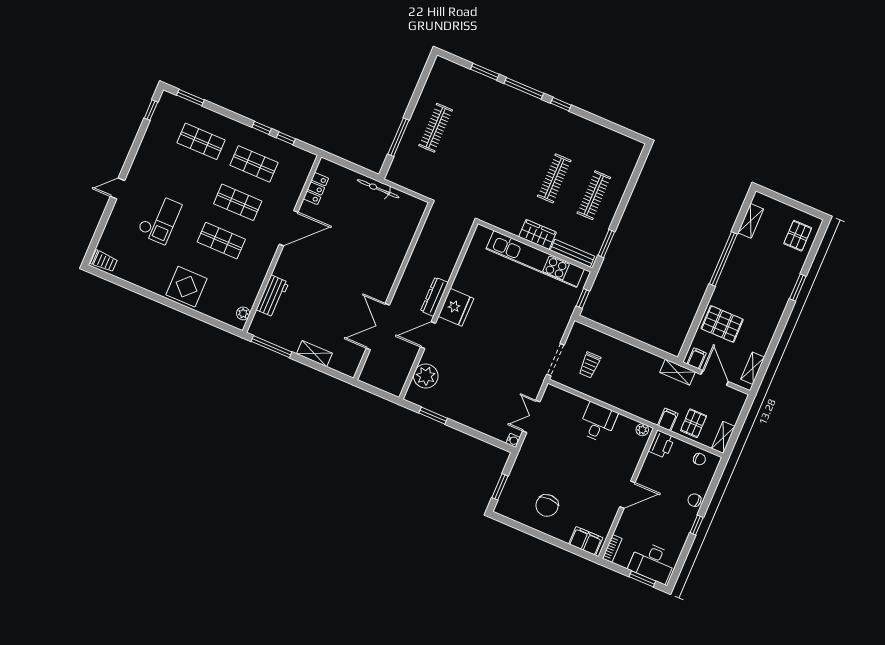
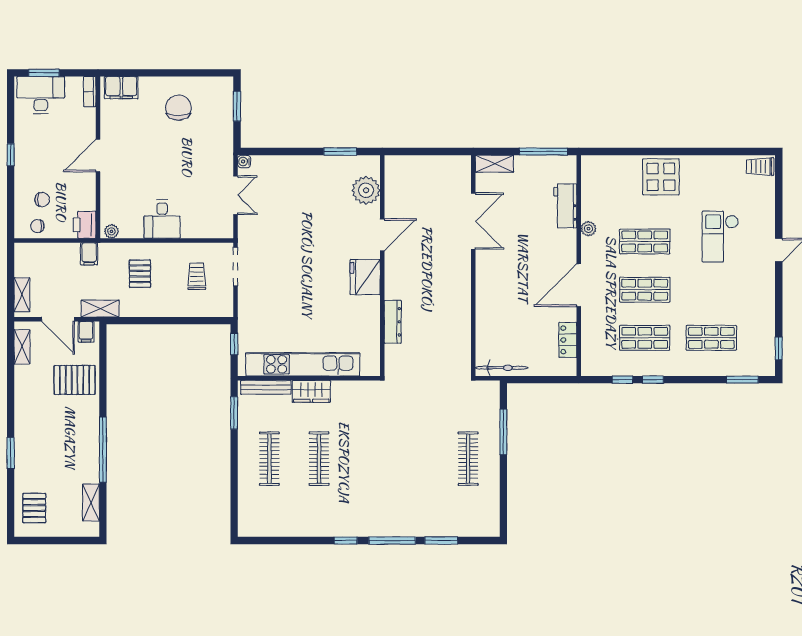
wall: (393, 291) -> (473, 266), moved
dresser: (434, 297) -> (393, 322), moved
plant: (243, 313) -> (588, 229), moved
double door: (378, 327) -> (473, 221), moved
pallet: (694, 423) -> (140, 274), moved
shelving: (723, 437) -> (22, 295), moved
chair: (694, 500) -> (42, 200), moved

